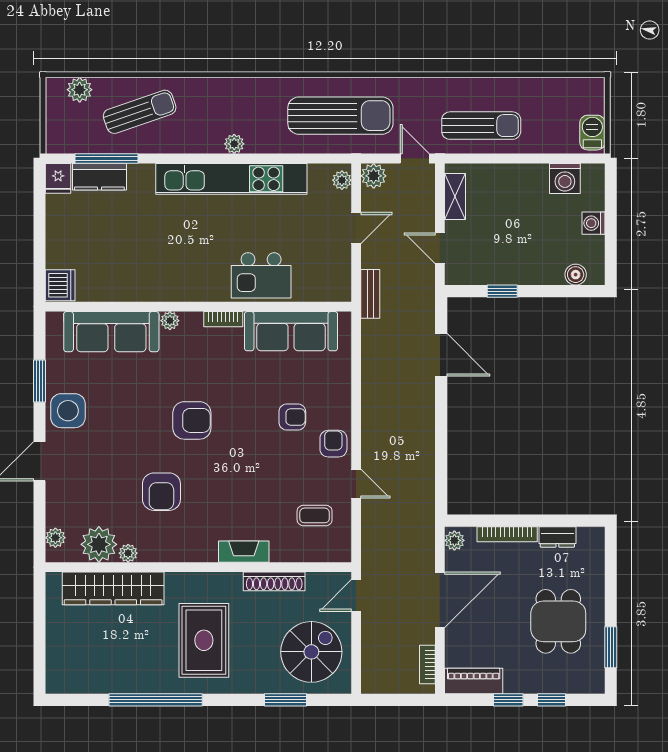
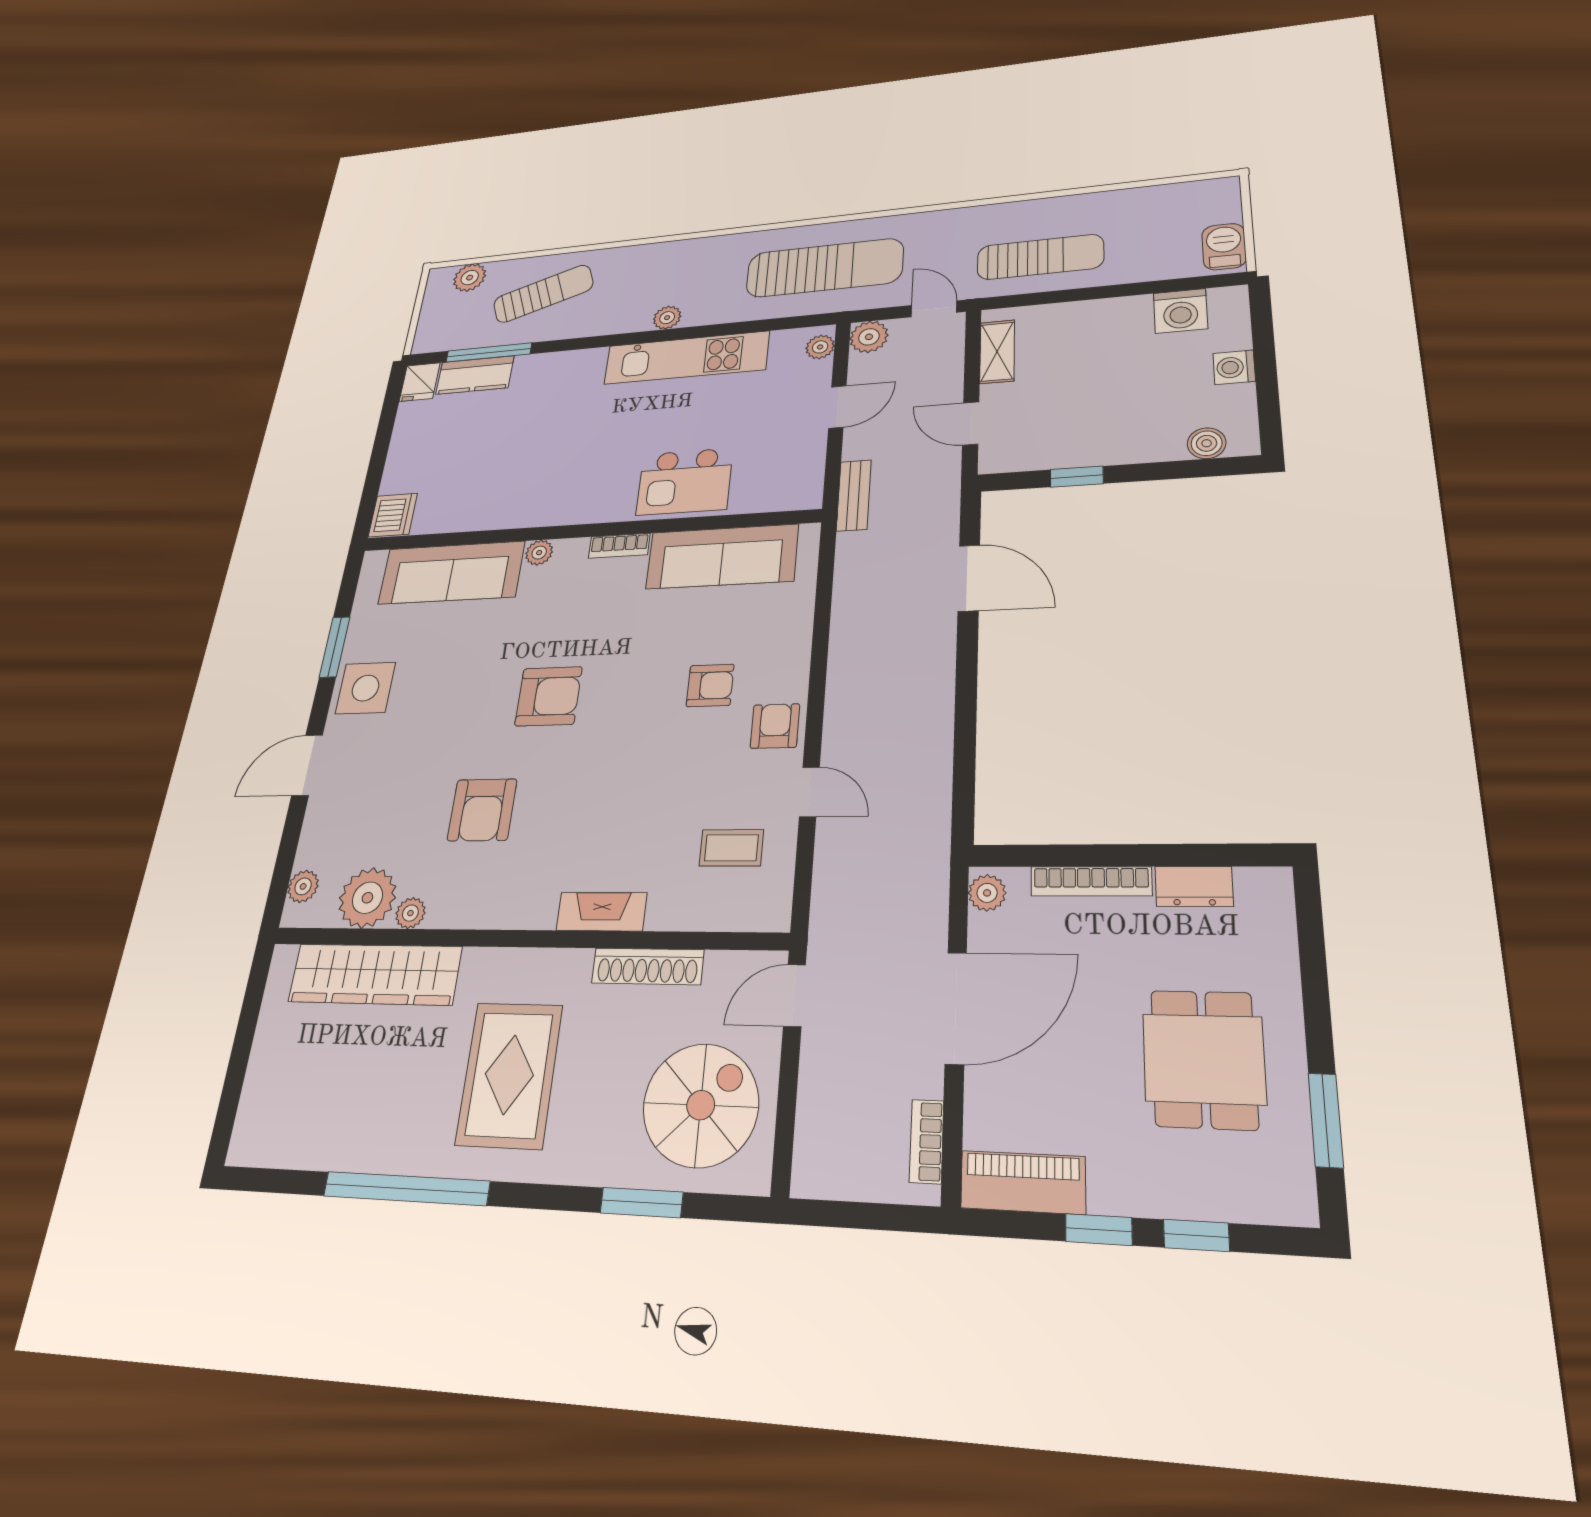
kitchen unit: (231, 179) -> (686, 358), width x0.73

